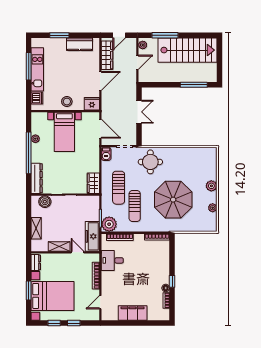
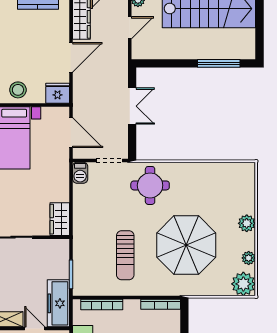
sun lounger: (119, 188) -> (100, 226), removed
plant: (109, 224) -> (243, 284), moved

